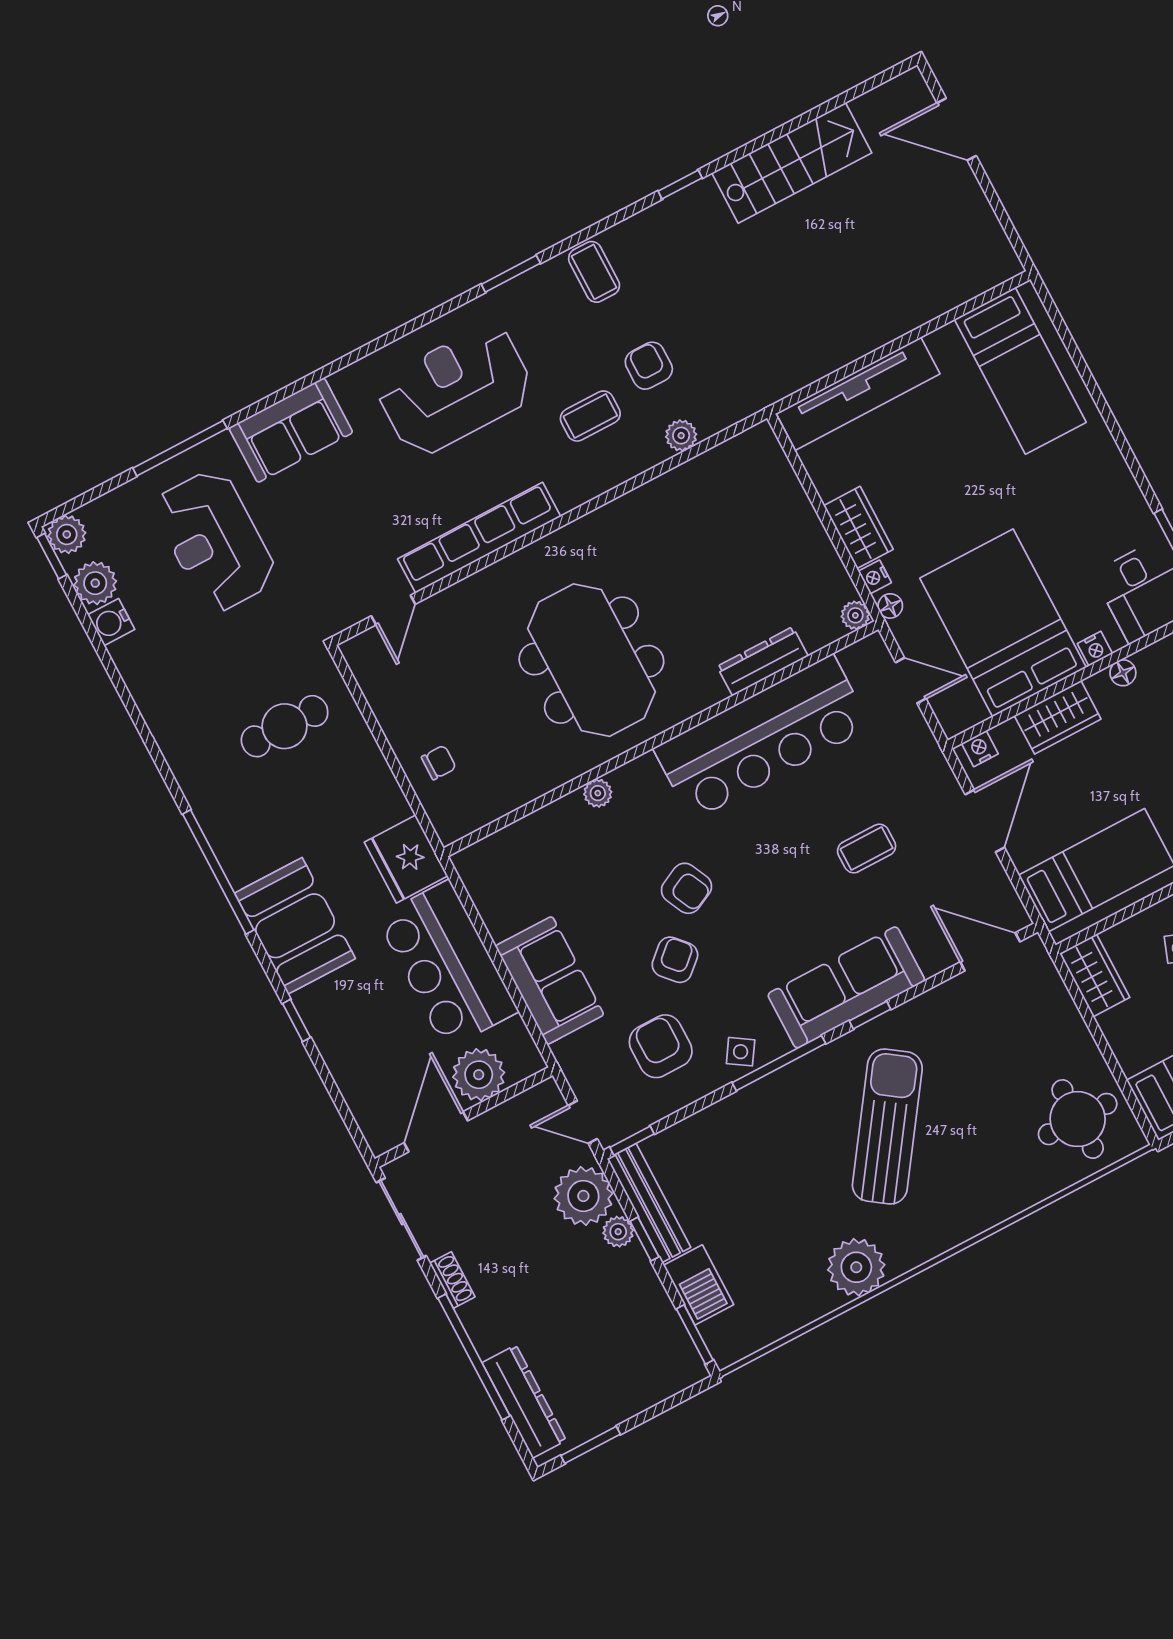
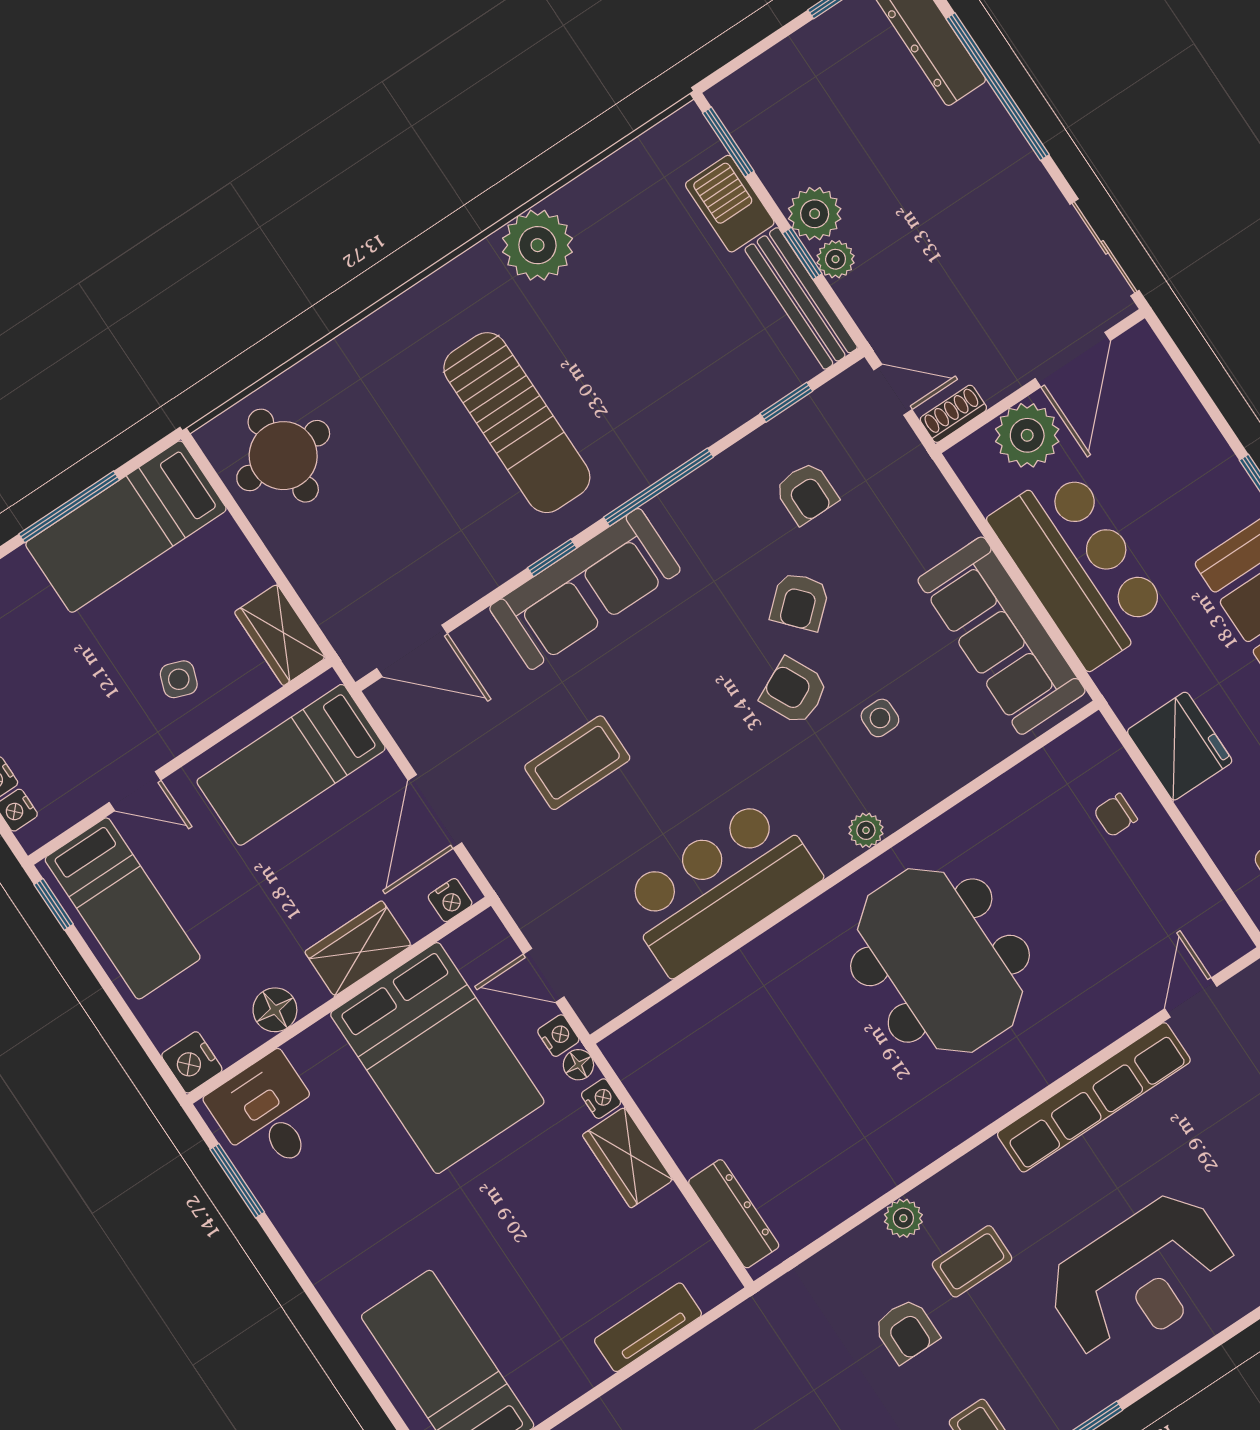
tv unit: (858, 394) -> (648, 1327), width x0.52, depth x0.78
plant: (681, 436) -> (903, 1218), moved
plant: (855, 615) -> (620, 1049), removed
nightstand: (1095, 649) -> (558, 1036), moved, turned 90
dresser: (763, 661) -> (734, 1214), moved, turned -90
floor lamp: (1123, 673) -> (275, 1010), width x1.37, depth x1.37
bar counter: (762, 738) -> (720, 886), width x0.73
plant: (598, 793) -> (866, 830), moved
coffee table: (867, 849) -> (577, 763), width x1.36, depth x1.30
fridge: (406, 859) -> (1180, 746), moved
sofa: (550, 980) -> (1002, 636), moved, width x1.36
armchair: (661, 1046) -> (806, 493), width x0.72, depth x0.72
side table: (741, 1052) -> (880, 718), moved, turned -33
sun lounger: (887, 1126) -> (517, 423), turned -35
window: (632, 1141) -> (786, 402), moved
plant: (583, 1196) -> (815, 214), moved, width x0.73, depth x0.73
shoe rack: (452, 1280) -> (953, 414), moved, turned 90

